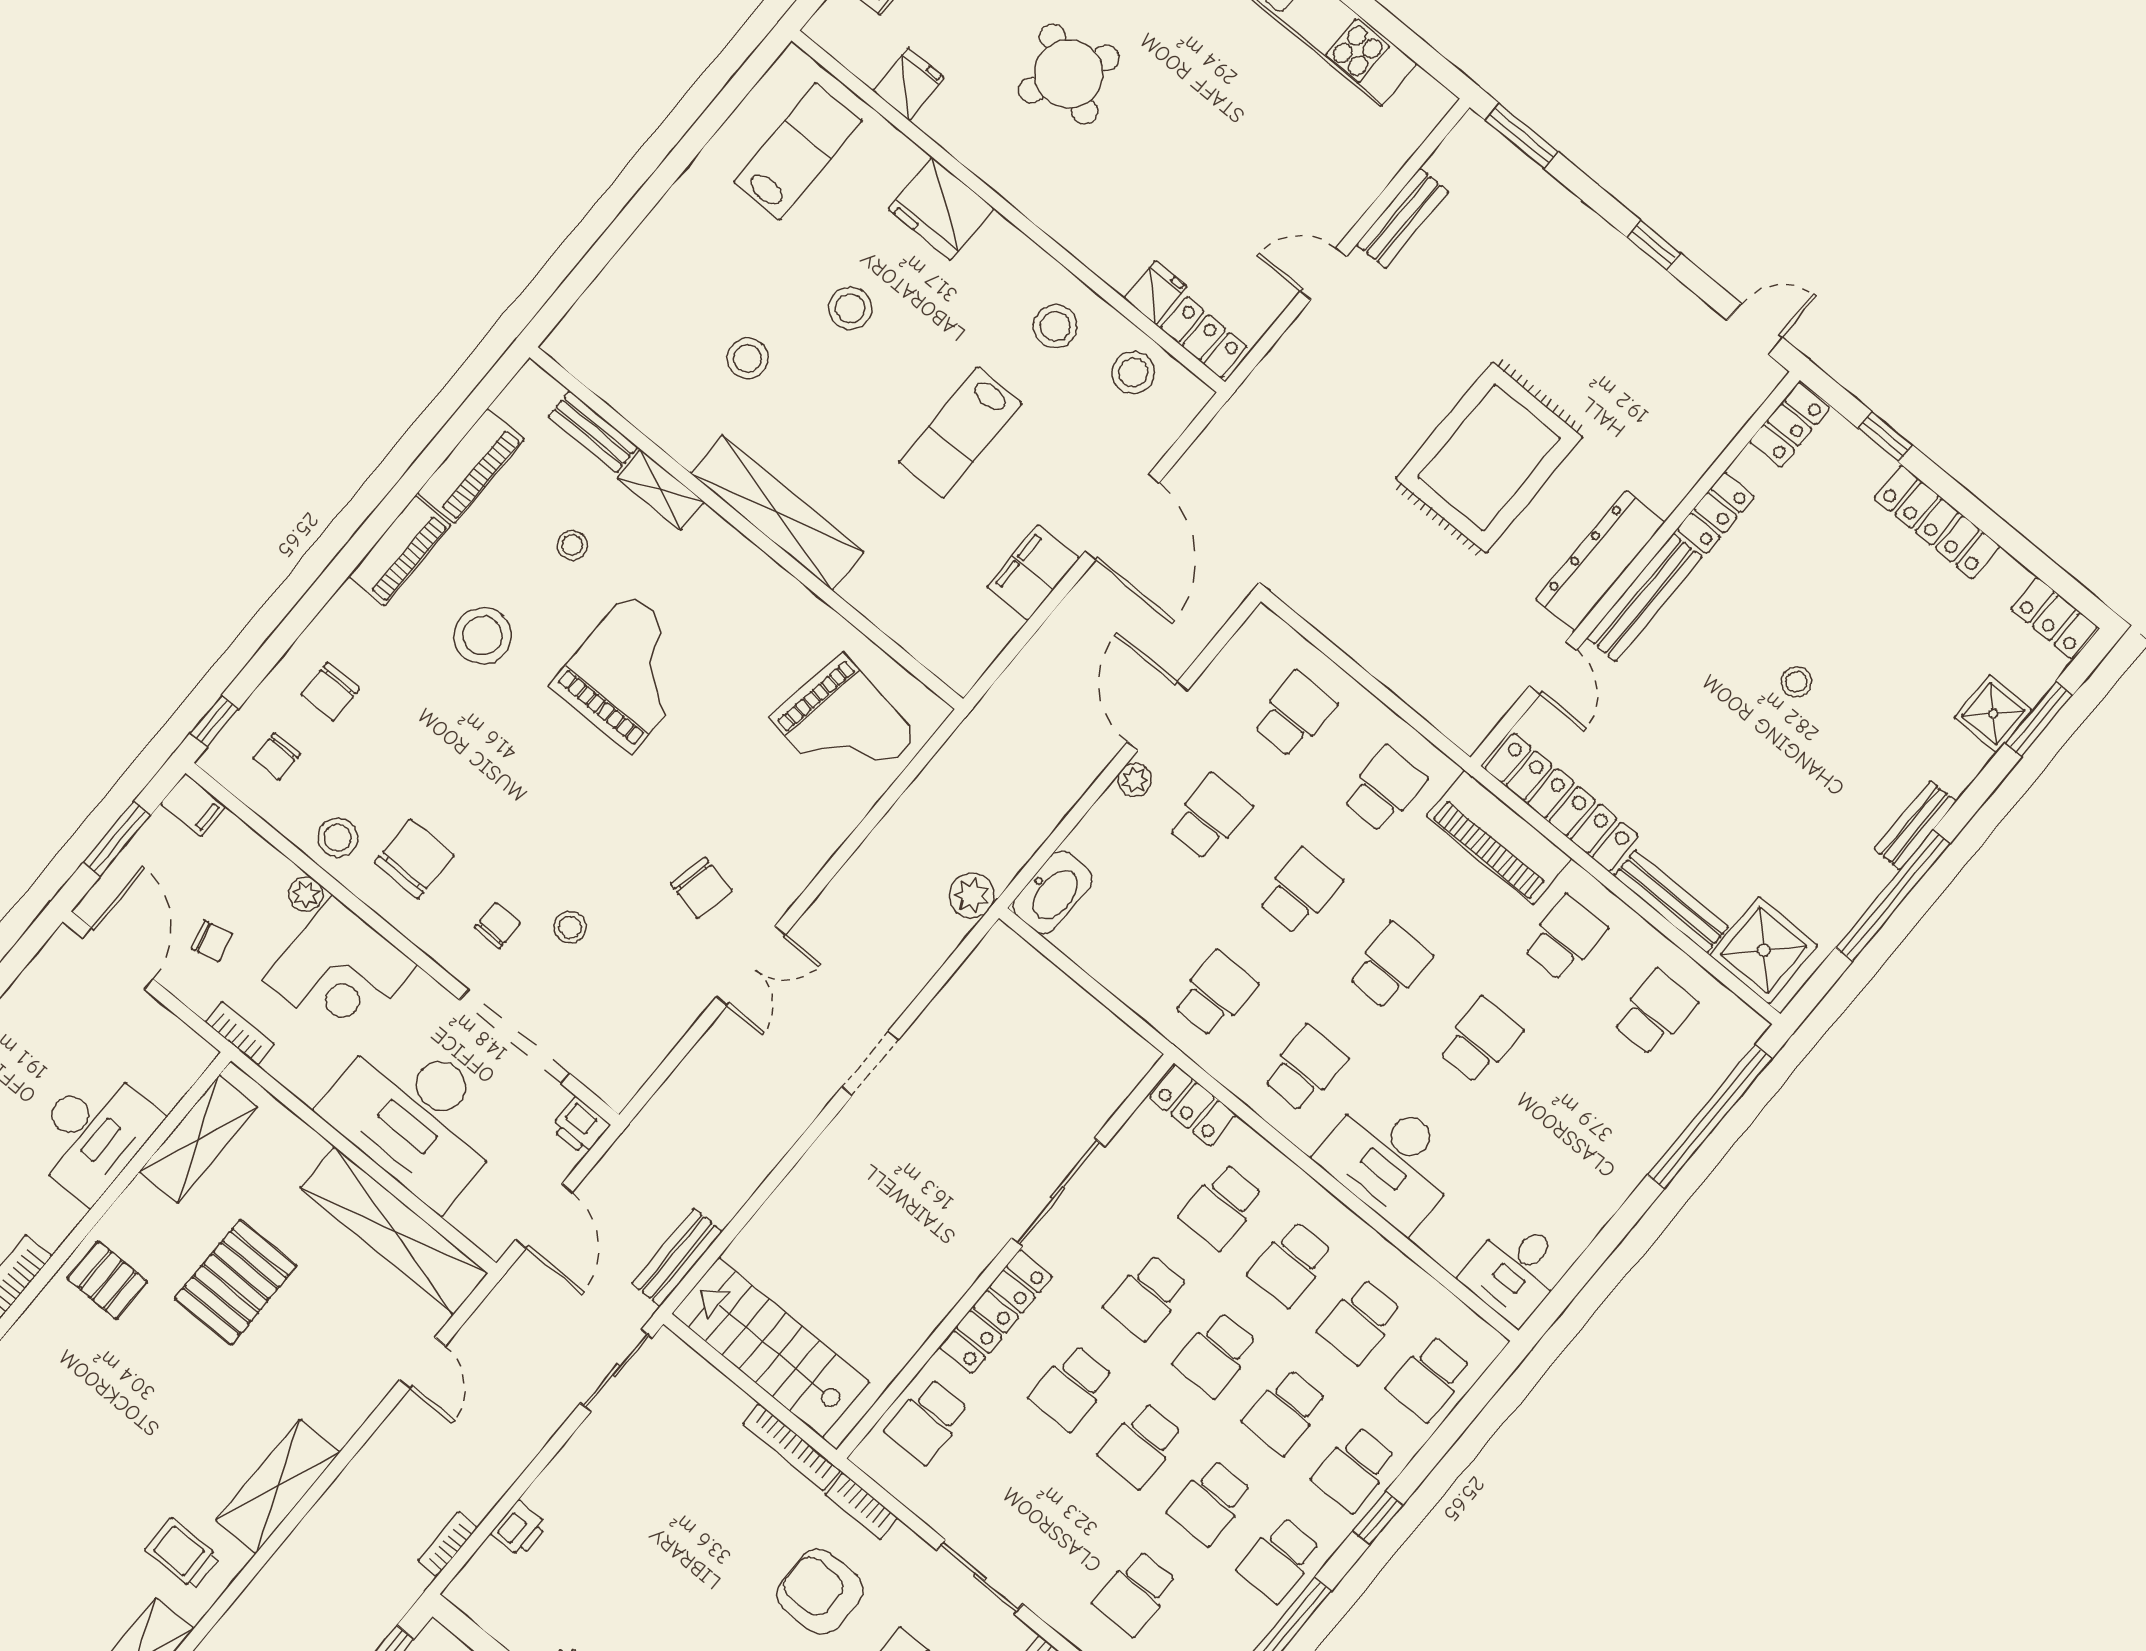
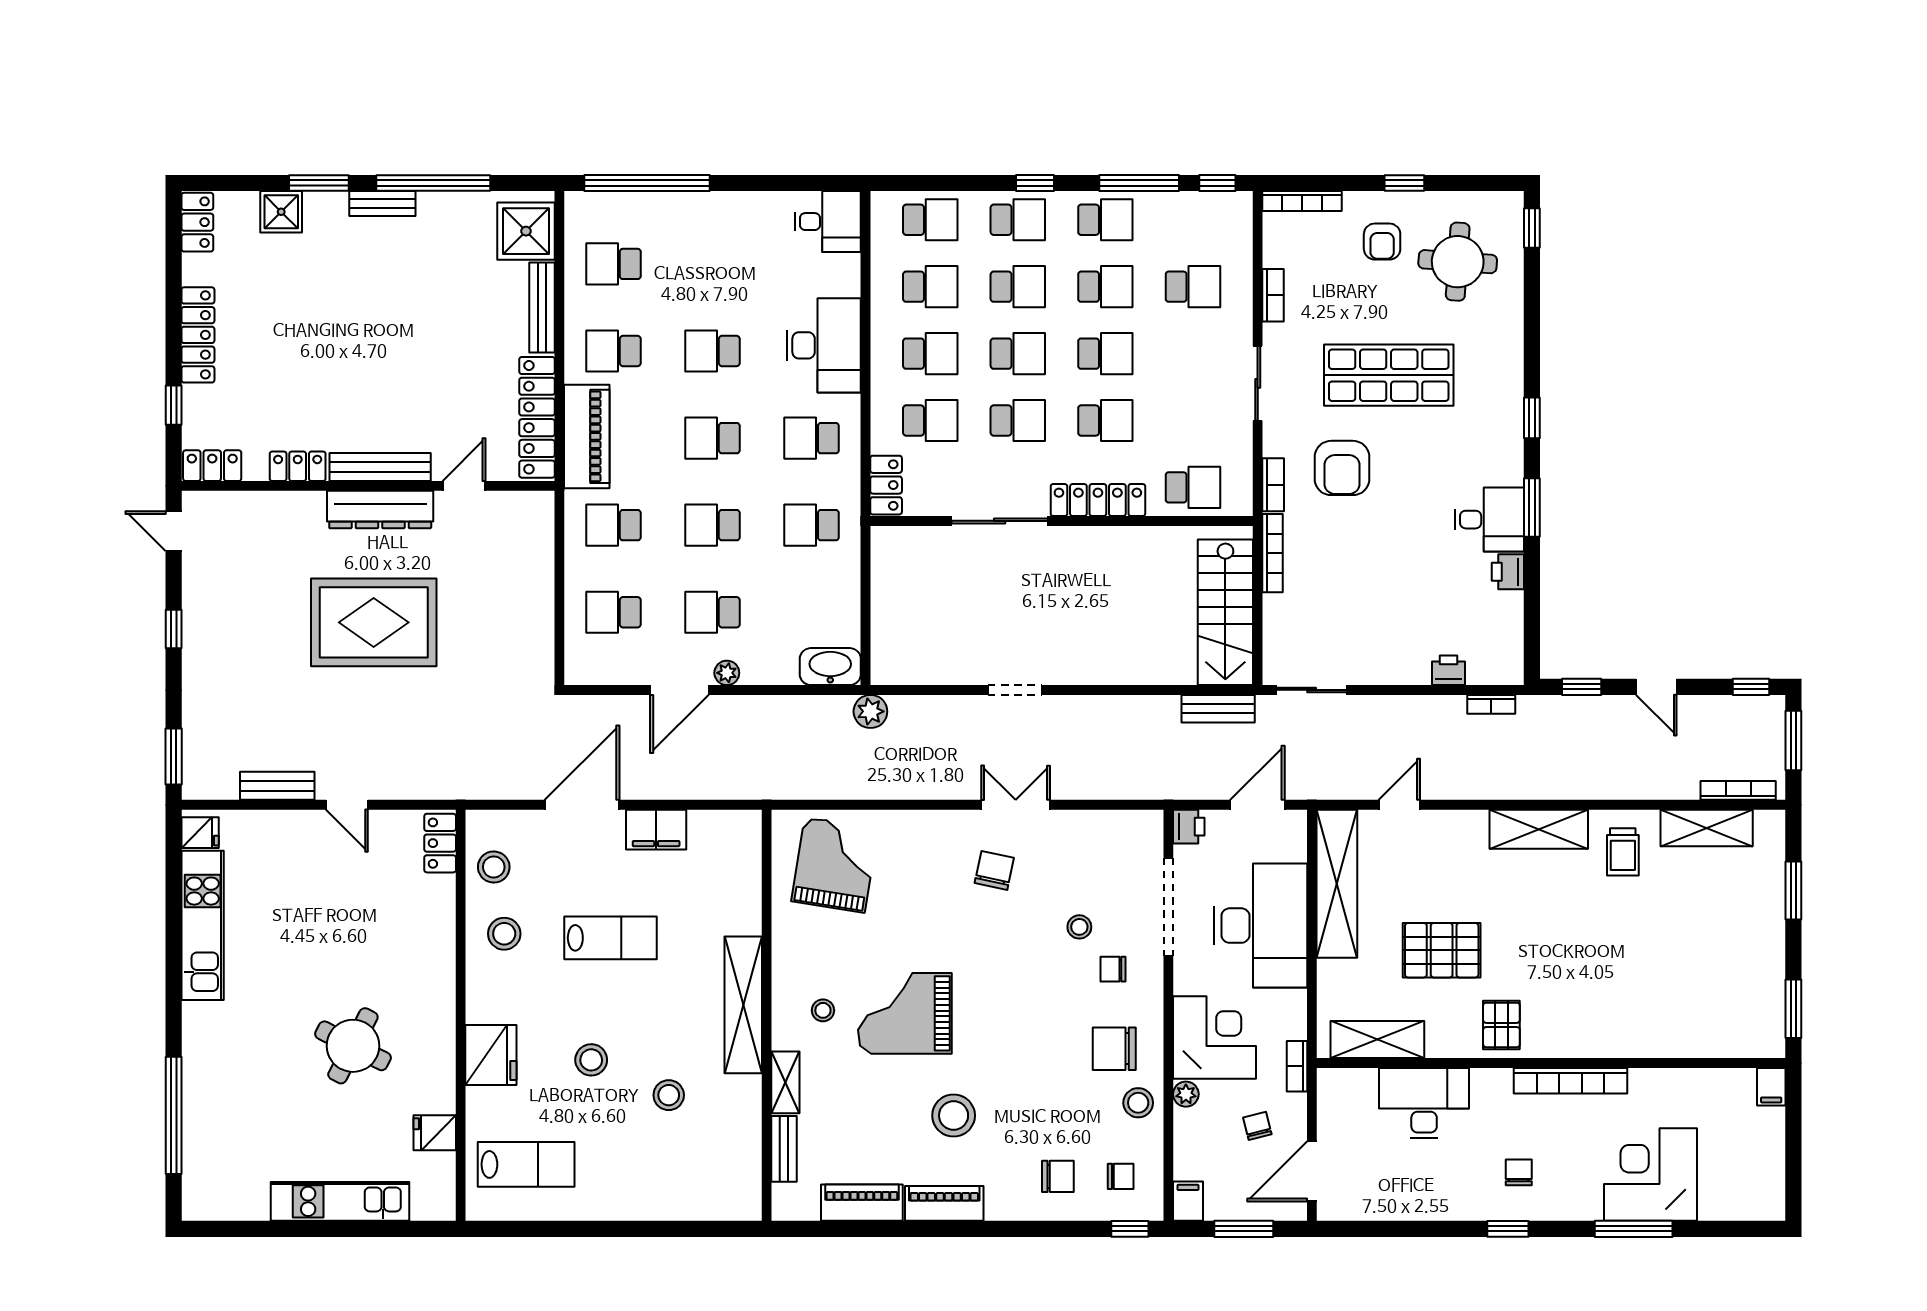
lab bench: (798, 151) -> (526, 1164), turned 180
fridge: (1155, 293) -> (200, 833), moved, turned 180
stool: (572, 545) -> (823, 1010), moved
stool: (1796, 682) -> (357, 340), removed
window: (2039, 719) -> (319, 183), moved

